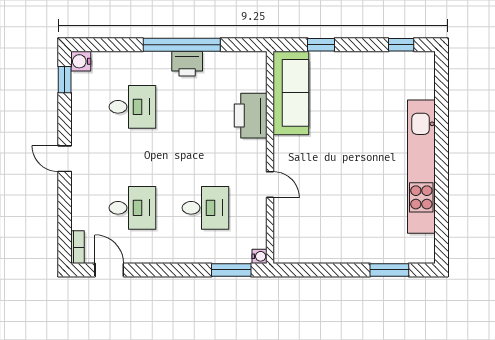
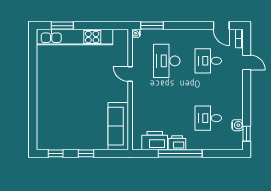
window: (321, 45) -> (86, 153), moved
water cooler: (81, 61) -> (237, 125), moved
printer: (251, 116) -> (155, 141), moved, turned -90
door: (65, 159) -> (247, 62), moved
kitchen unit: (421, 167) -> (75, 37), moved, turned 90
desk: (205, 208) -> (167, 61), width x1.37

